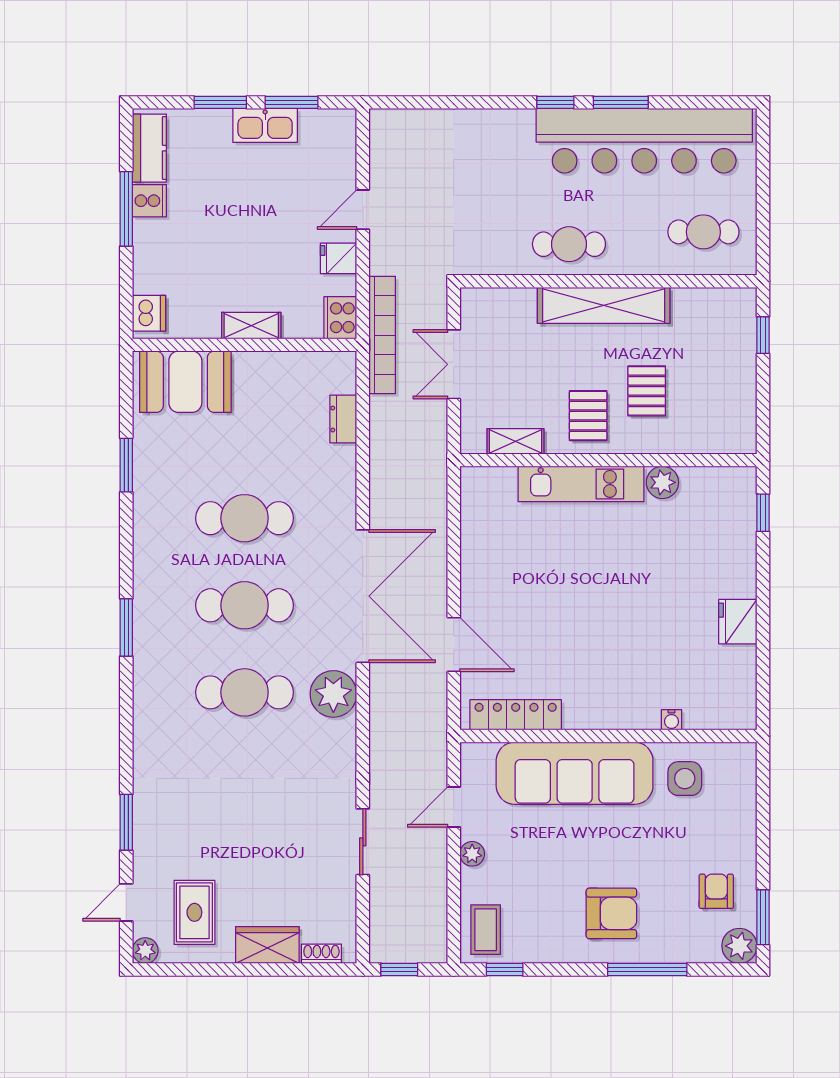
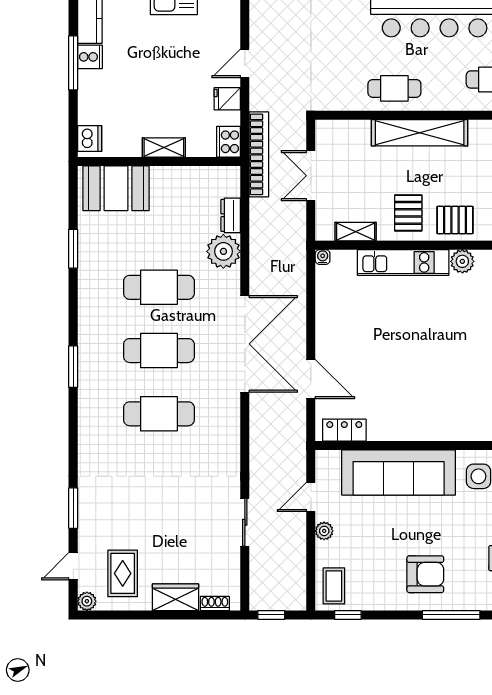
pallet: (647, 391) -> (455, 220), moved, turned 90
plant: (333, 694) -> (223, 251), moved
locker: (516, 715) -> (344, 430), width x0.66
water cooler: (672, 720) -> (323, 257), moved, turned 180

